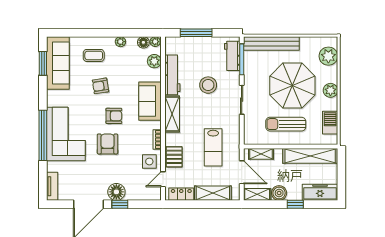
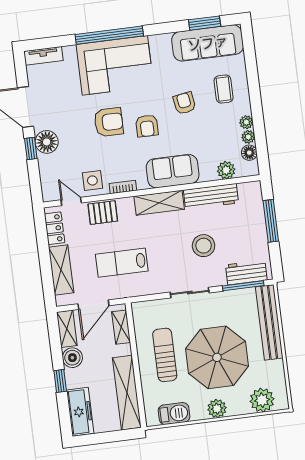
plant: (155, 42) -> (248, 137), moved

